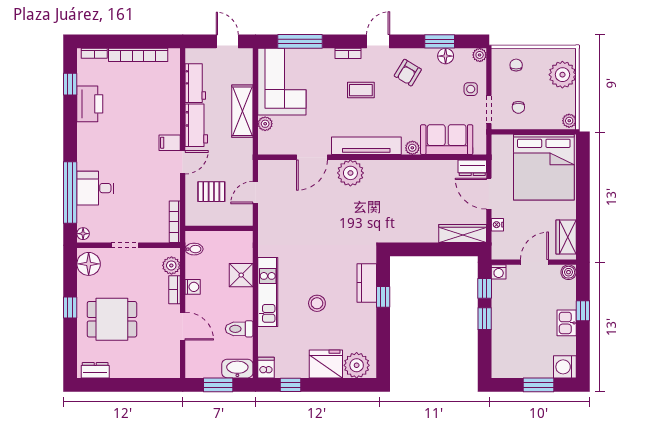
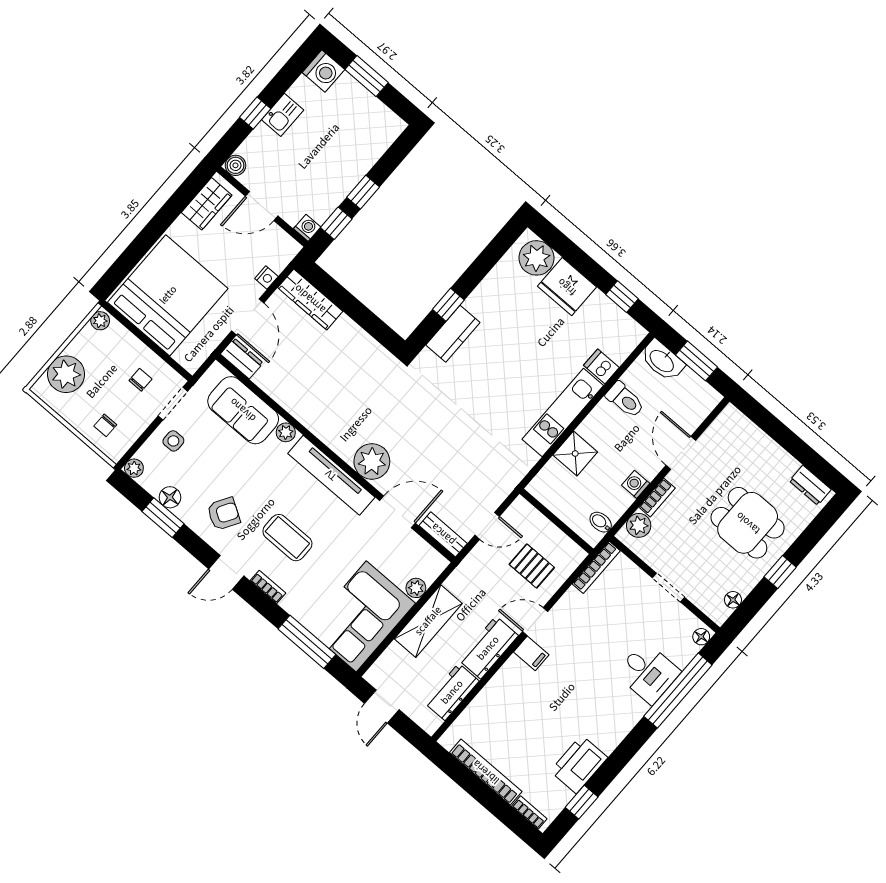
coffee table: (361, 90) -> (287, 538), width x1.36, depth x1.30
bench: (276, 167) -> (443, 534), added
floor lamp: (89, 264) -> (733, 600), width x0.53, depth x0.53
stool: (317, 303) -> (522, 357), removed
dishwasher: (266, 368) -> (601, 366), moved, turned 90

